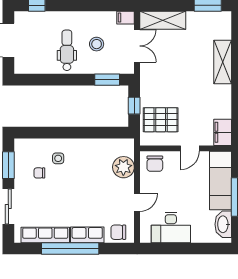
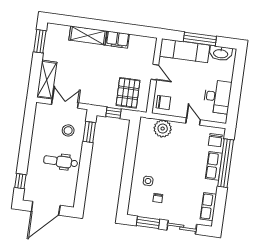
filing cabinet: (126, 18) -> (40, 110), removed
stool: (97, 44) -> (68, 130), moved
filing cabinet: (223, 132) -> (118, 40), moved
row of seats: (45, 235) -> (208, 207), width x0.68
window: (70, 248) -> (226, 163), moved

